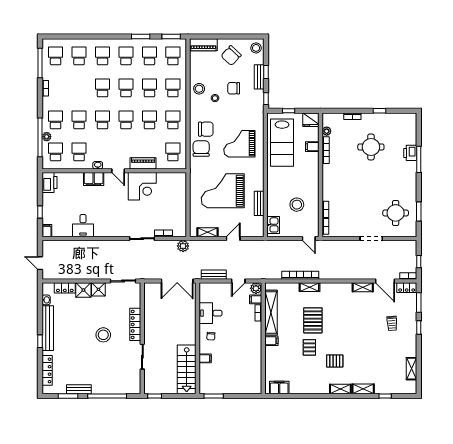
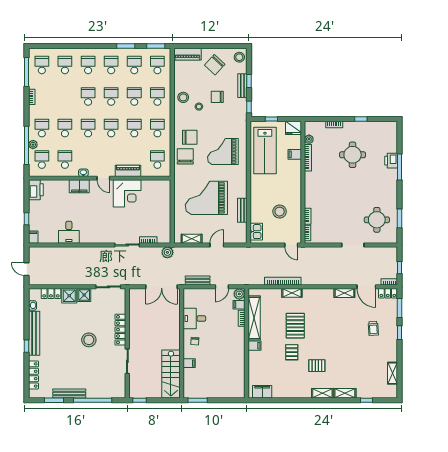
bench: (79, 389) -> (69, 394), width x1.36

